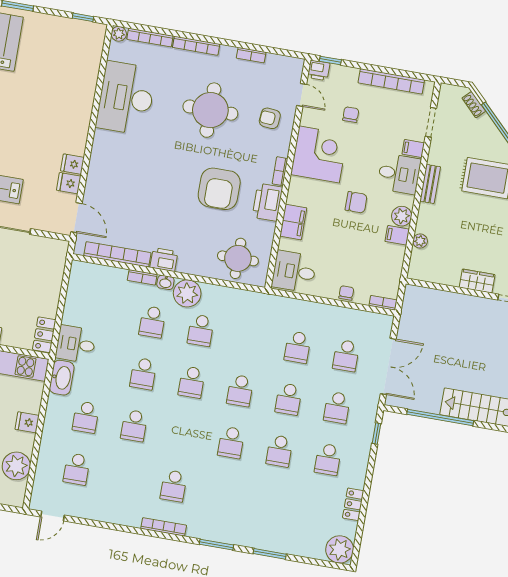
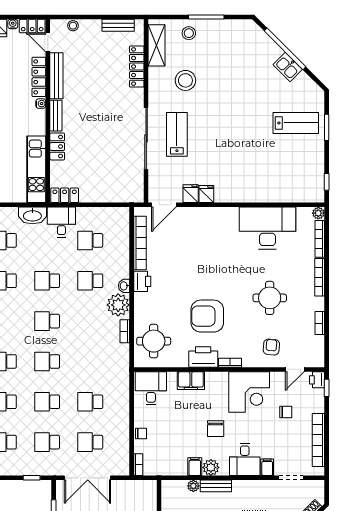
round table: (210, 110) -> (270, 298), width x0.73, depth x0.73
bench: (430, 184) -> (216, 486), moved
bookcase: (142, 277) -> (125, 331), moved
school desk: (201, 330) -> (90, 240), moved

